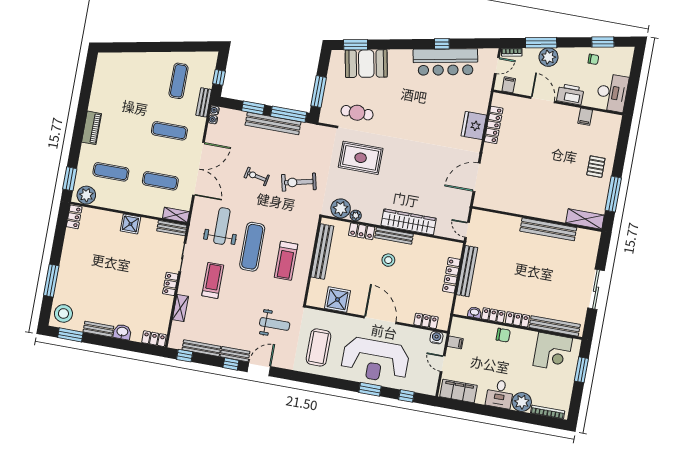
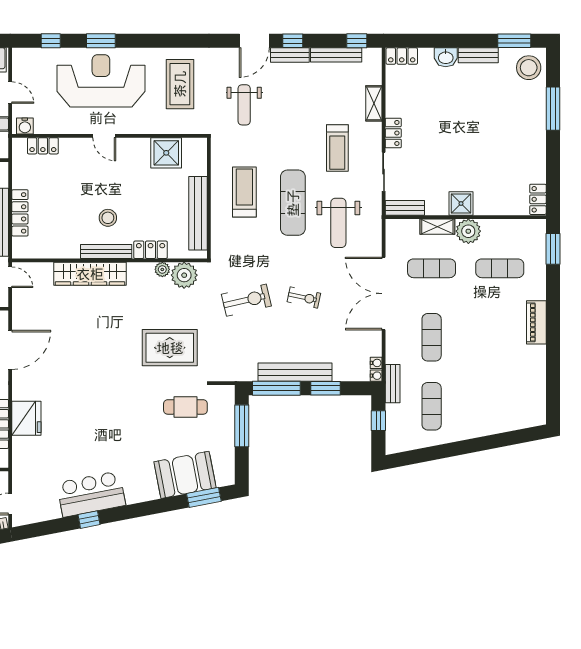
bar counter: (445, 62) -> (91, 494), width x0.73
exercise mat: (169, 131) -> (432, 337), turned 90
plant: (86, 195) -> (468, 231), moved
shelving: (176, 215) -> (437, 227), moved
door: (380, 320) -> (104, 136), width x0.53
weight bench: (275, 324) -> (244, 105), turned -90

